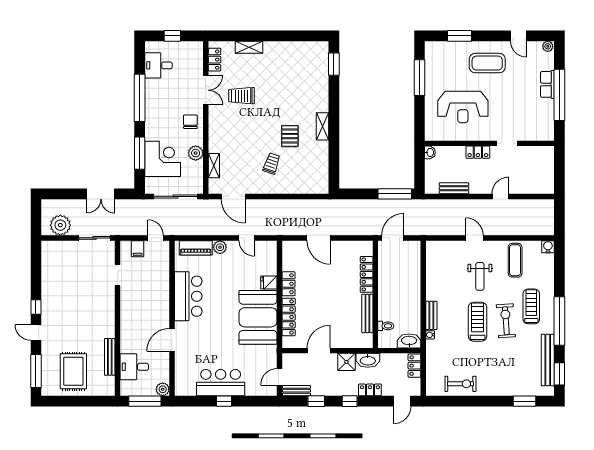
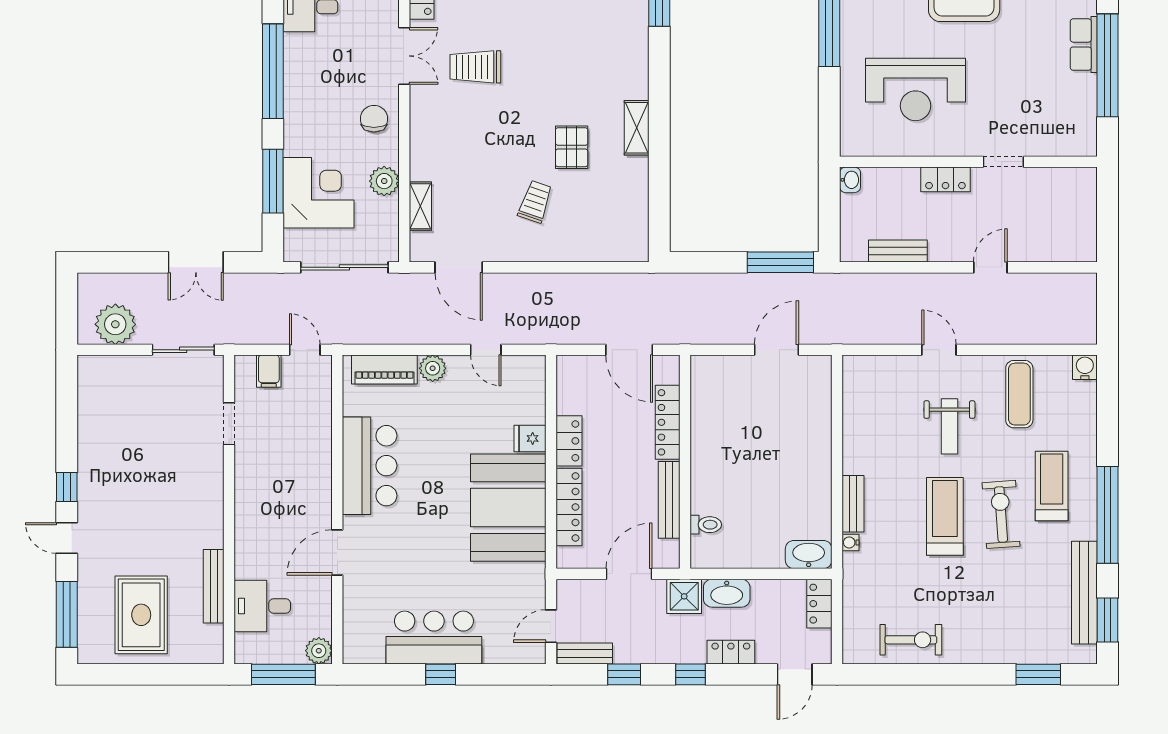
locker: (367, 274) -> (668, 422), moved
wall: (375, 294) -> (685, 462), moved
bench: (367, 313) -> (669, 500), moved
toilet: (386, 326) -> (706, 525), moved

